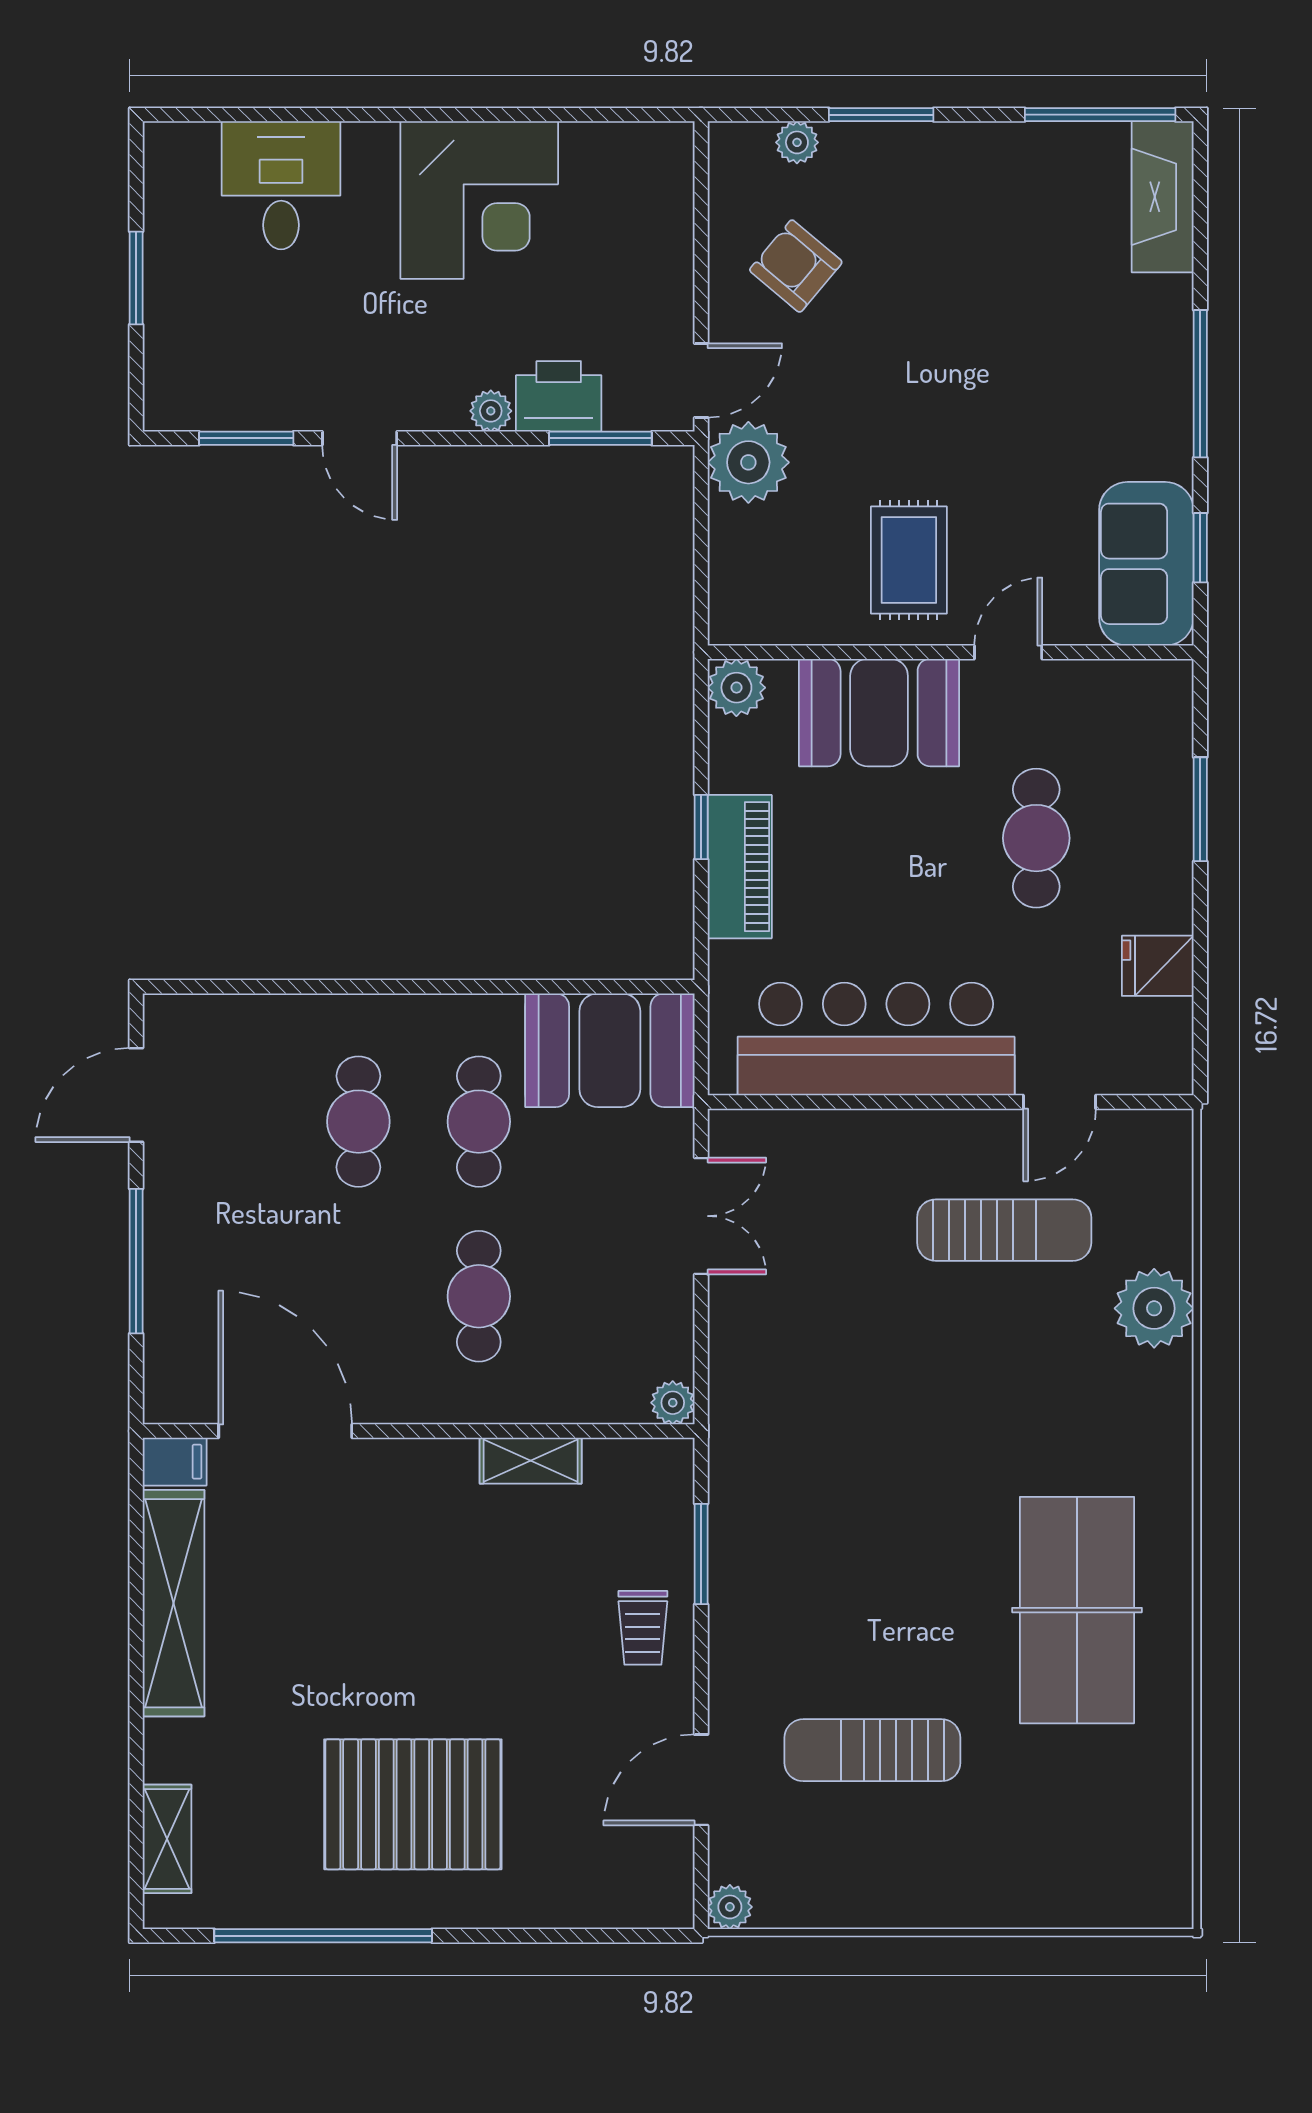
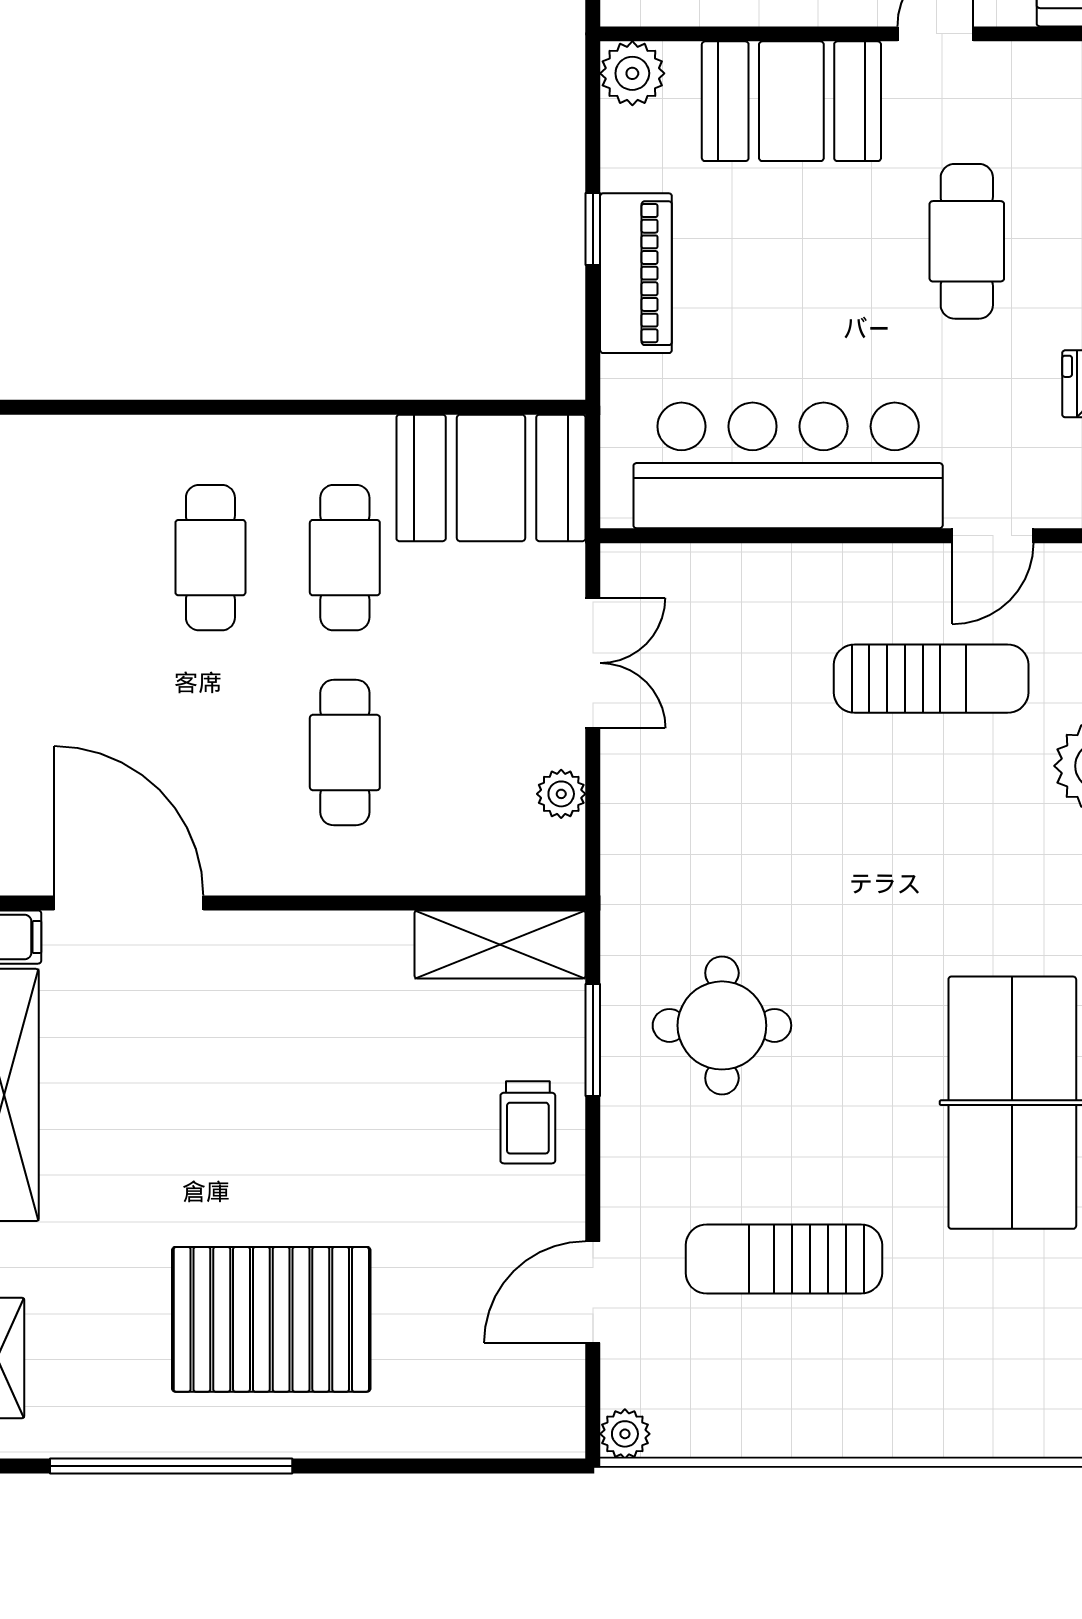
plant: (673, 1403) -> (561, 794), moved
shelving: (531, 1461) -> (500, 944), moved, width x1.50, depth x1.33
round table: (817, 1541) -> (722, 1025), added

